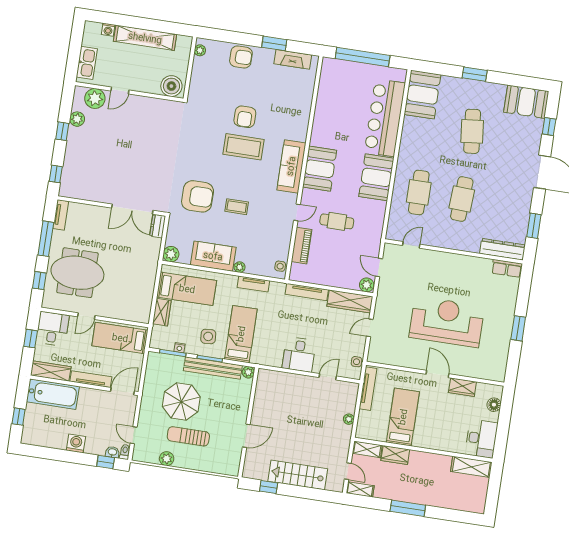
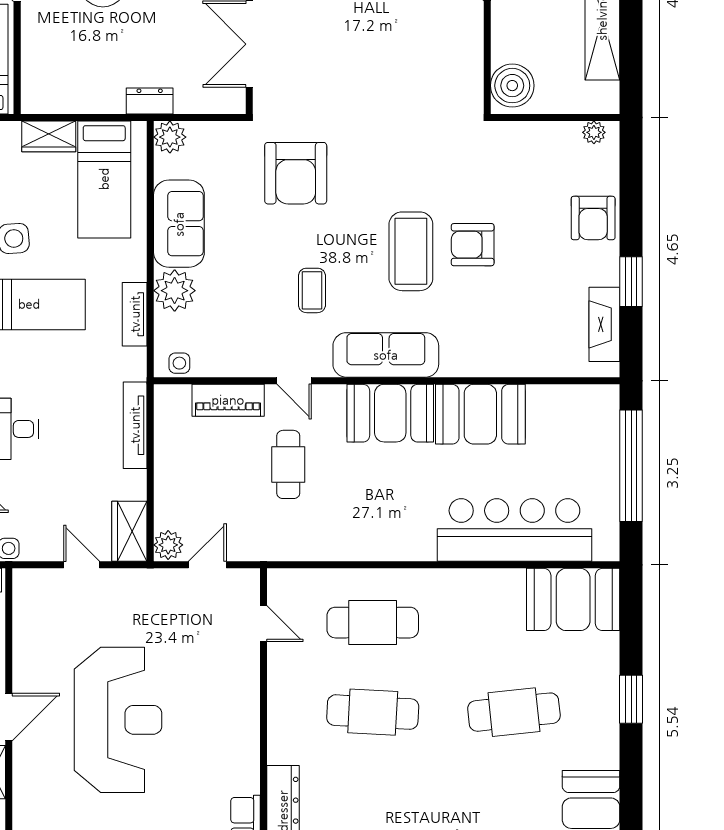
booth: (376, 177) -> (480, 414), moved
coffee table: (237, 207) -> (312, 290), moved
dresser: (158, 226) -> (150, 101), moved
plant: (240, 267) -> (175, 291), width x1.88, depth x1.88
wardrobe: (350, 301) -> (129, 531), width x0.67

